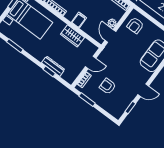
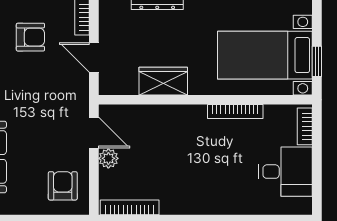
filing cabinet: (79, 20) -> (173, 119), removed
door: (91, 62) -> (94, 57), hinge flipped

